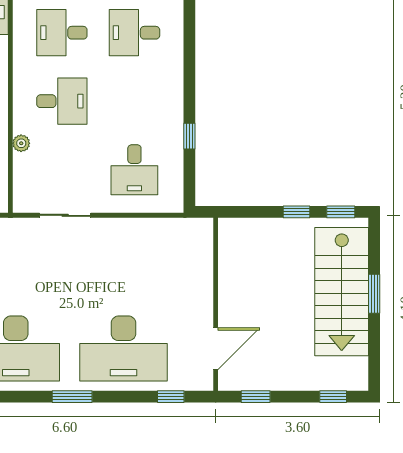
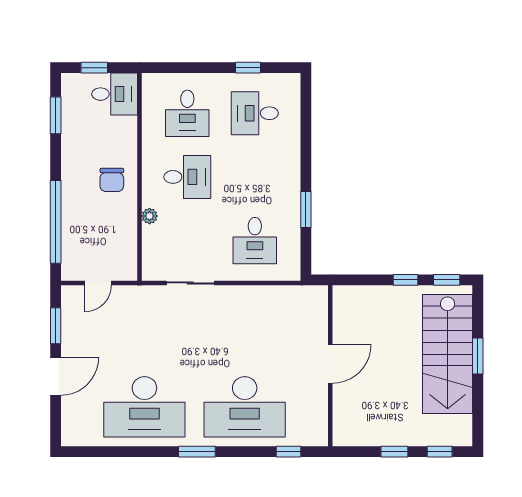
desk: (62, 33) -> (187, 113), turned -90
window: (189, 136) -> (306, 209), width x1.50
door: (216, 349) -> (330, 364), moved
window: (256, 397) -> (394, 452), moved

